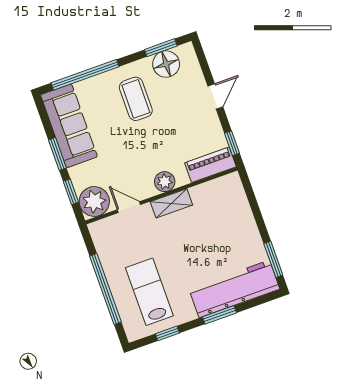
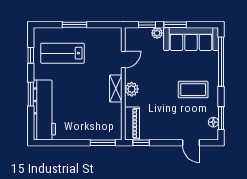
floor lamp: (166, 64) -> (213, 122), width x0.53, depth x0.53
door: (215, 96) -> (191, 143), moved
plant: (94, 201) -> (157, 33), moved, width x0.53, depth x0.53
window: (273, 259) -> (103, 143), moved
window: (105, 289) -> (75, 25), width x0.47
lab bench: (149, 292) -> (62, 53), turned 180

